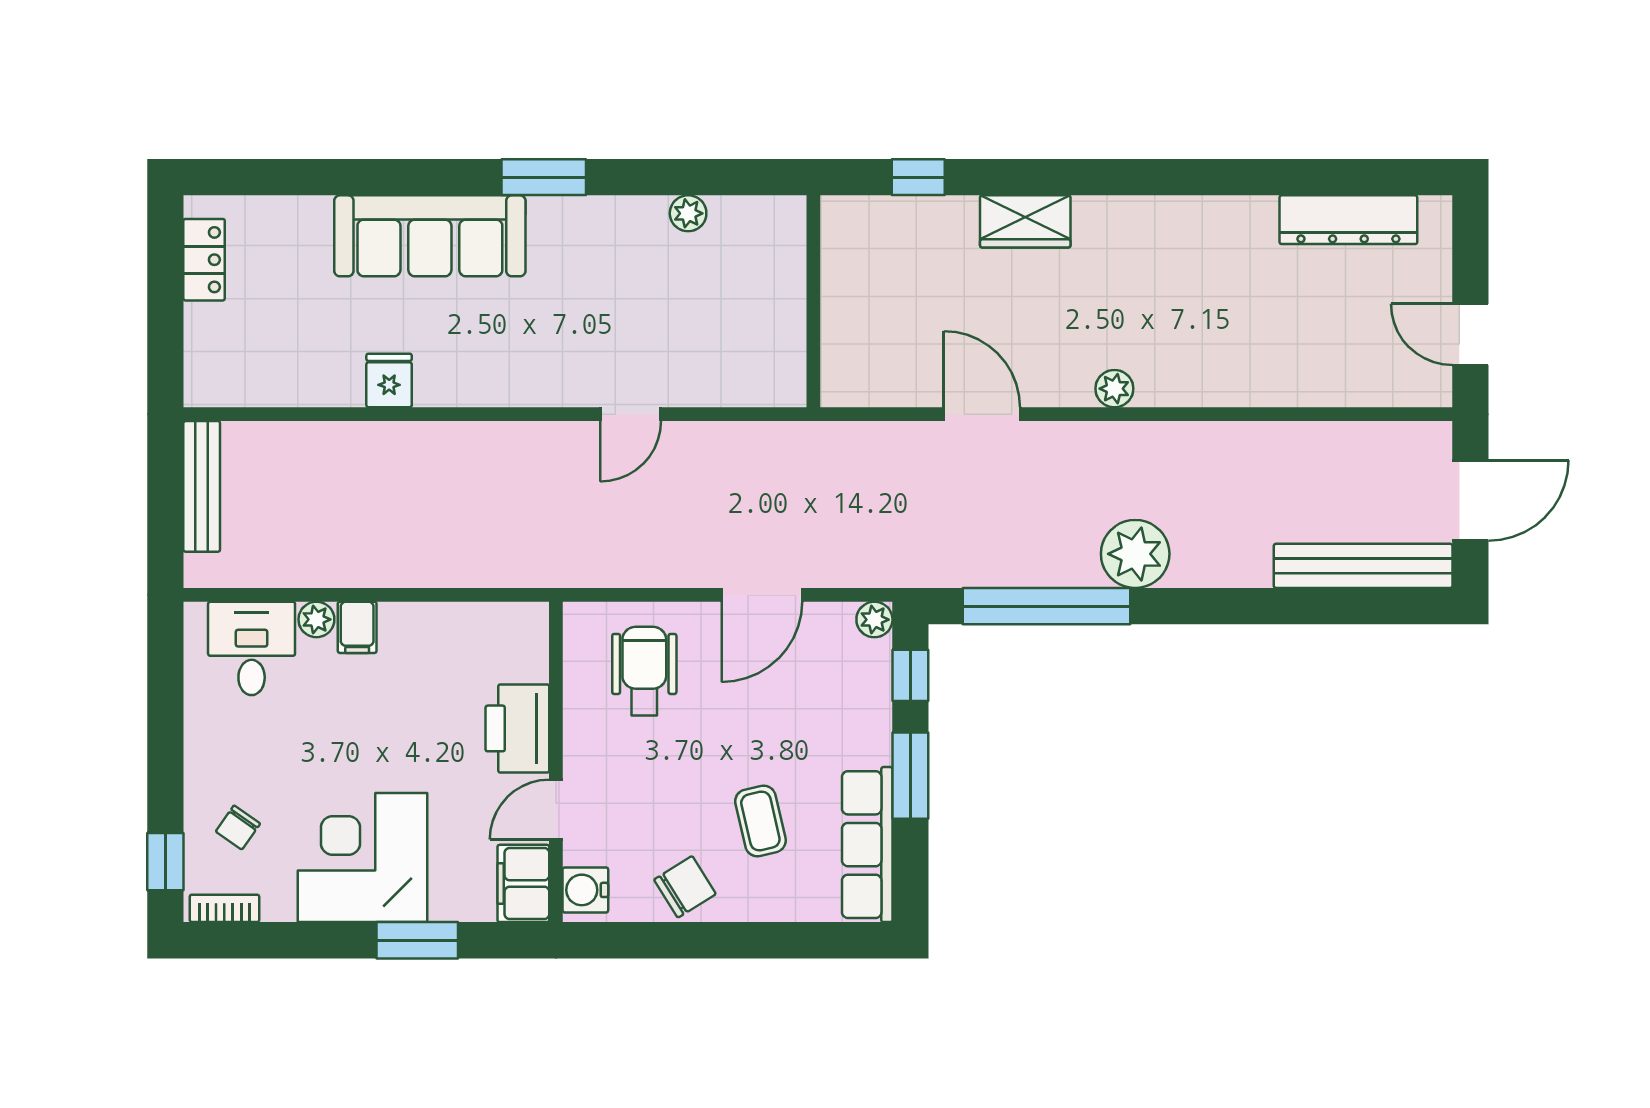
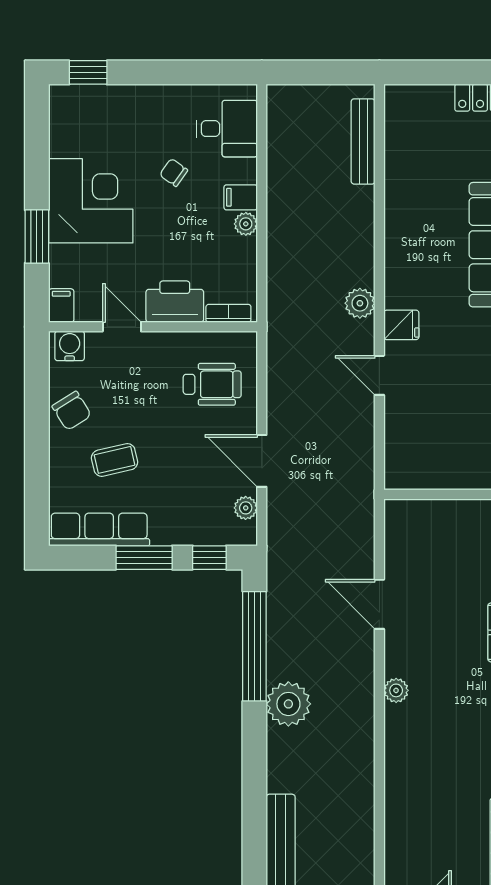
fridge: (389, 380) -> (401, 325), moved
door: (982, 414) -> (379, 604), swing flipped
plant: (520, 444) -> (360, 303), added
bench: (202, 486) -> (363, 141), moved, turned 90
plant: (316, 619) -> (246, 224), moved
plant: (874, 620) -> (246, 508), moved
chair: (238, 828) -> (174, 173), moved
filing cabinet: (523, 883) -> (61, 306), width x0.50
bookcase: (224, 908) -> (228, 313), moved, turned -90

